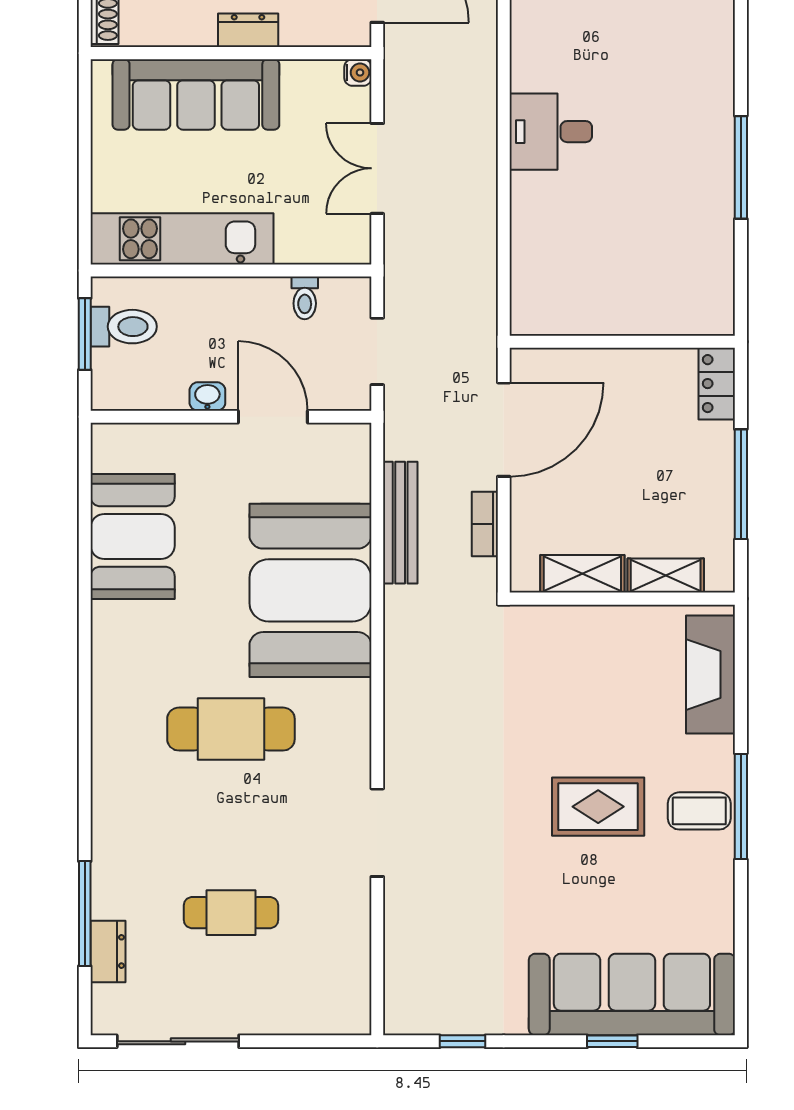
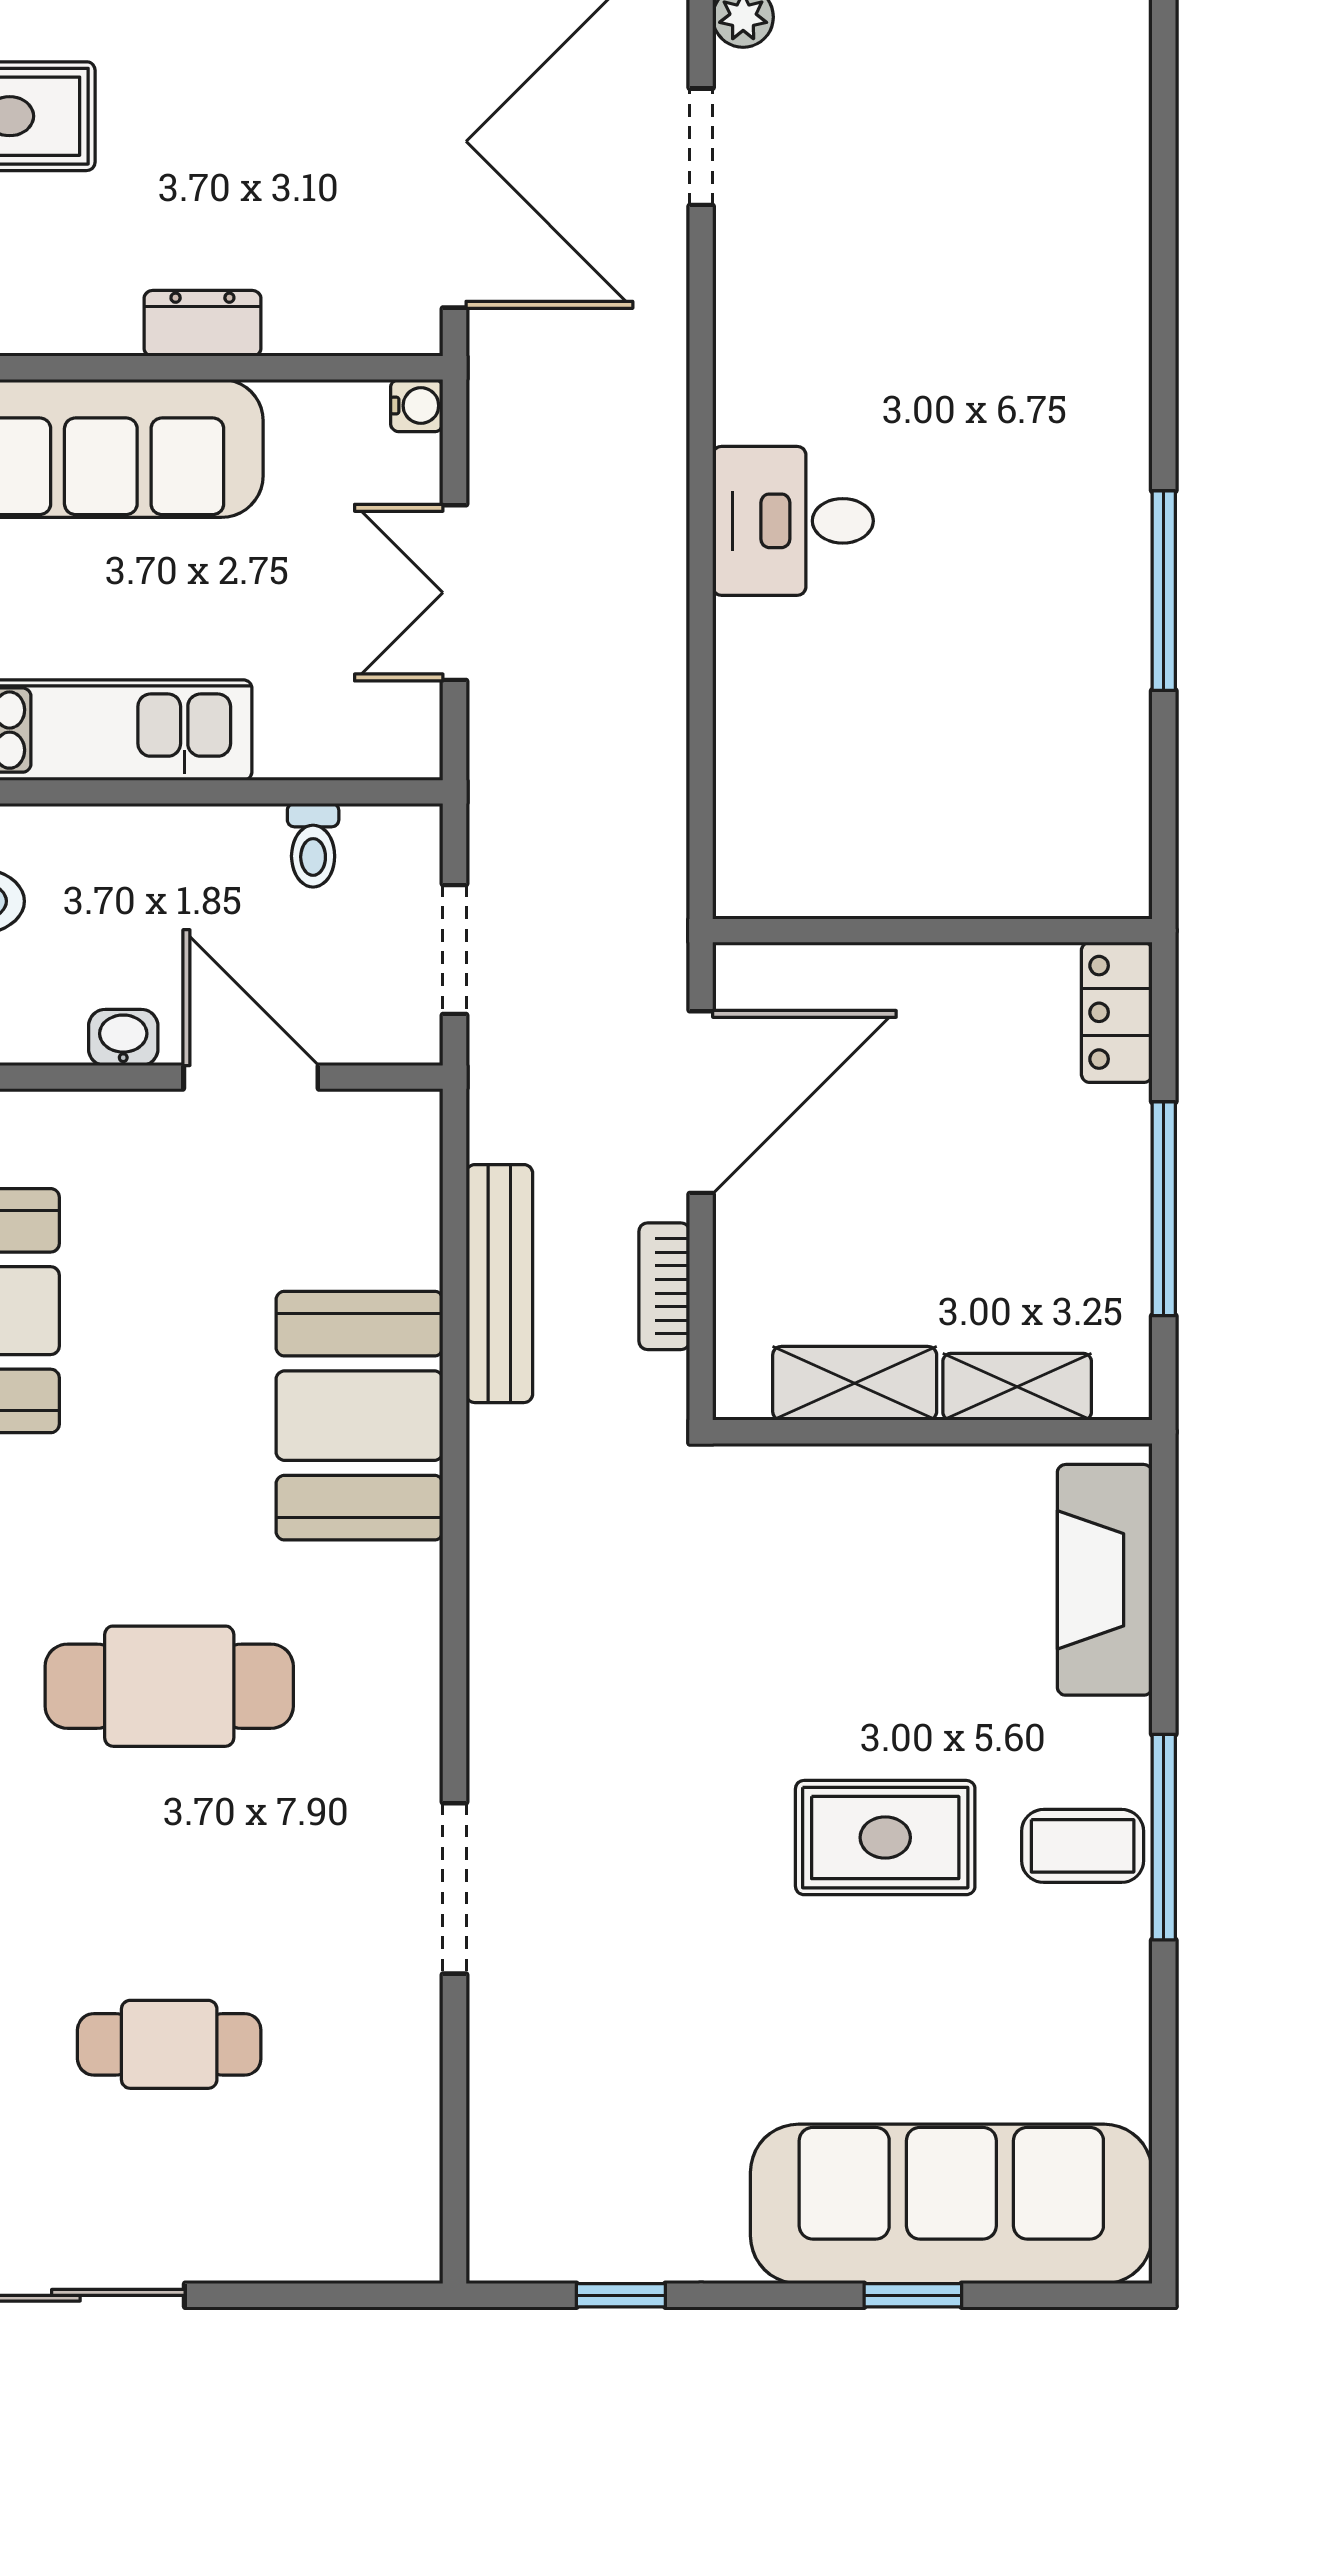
booth: (310, 590) -> (359, 1416), width x0.73, depth x0.70

